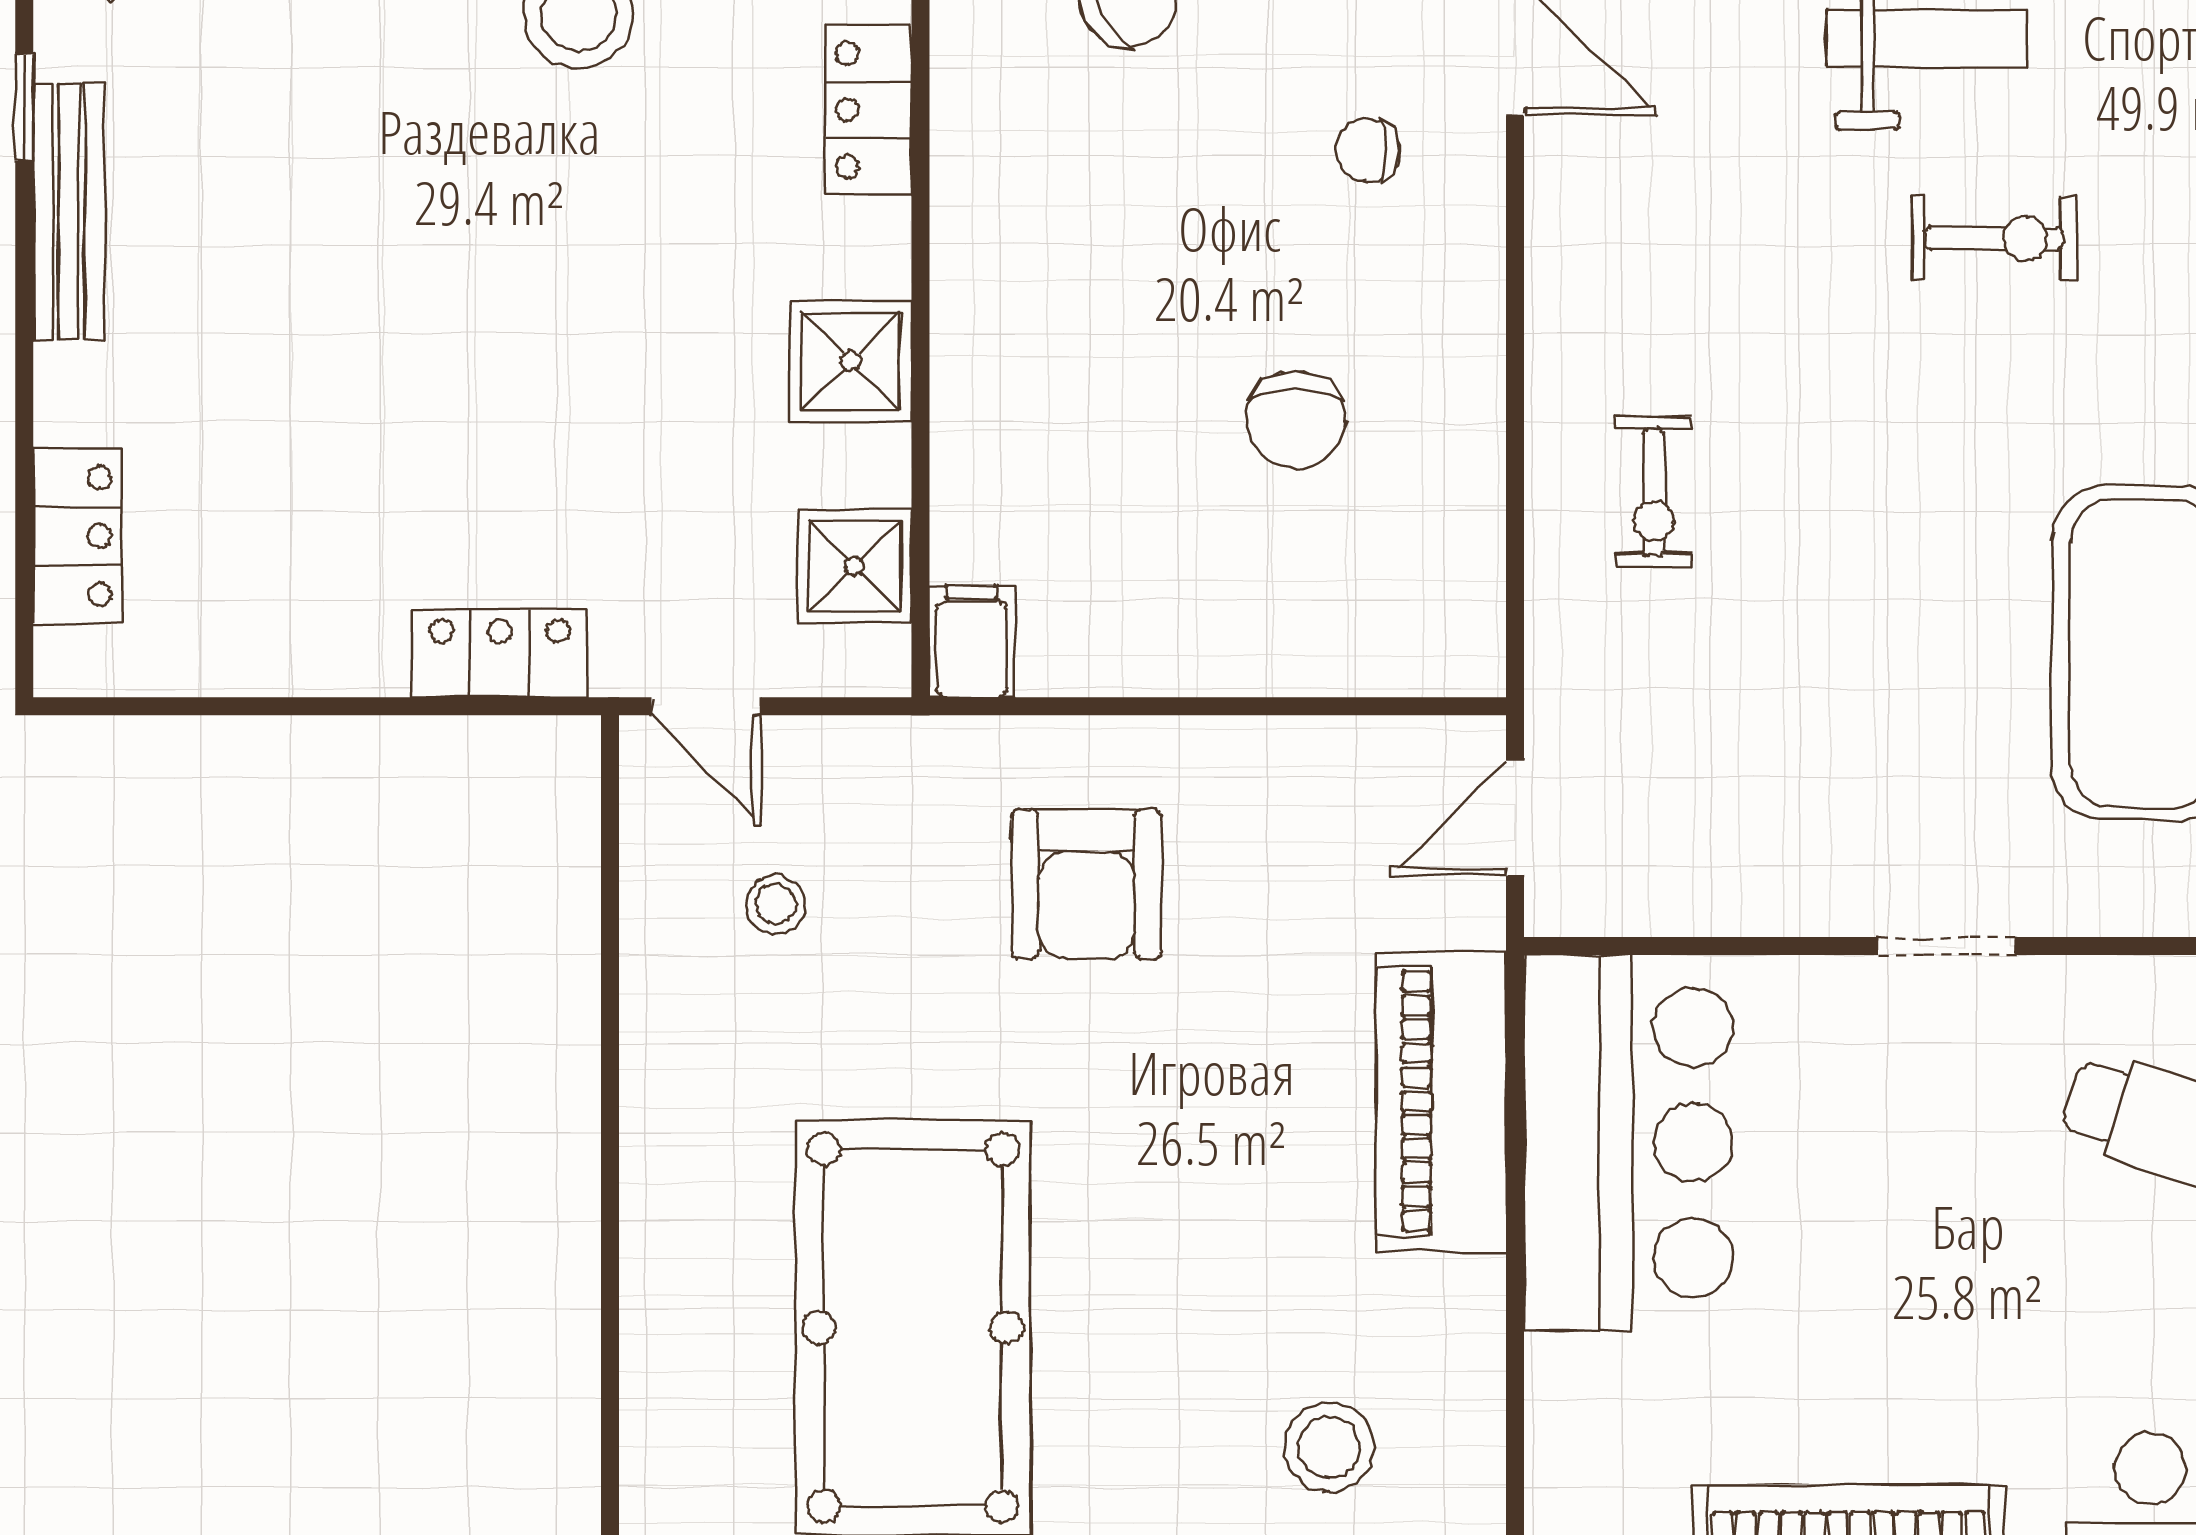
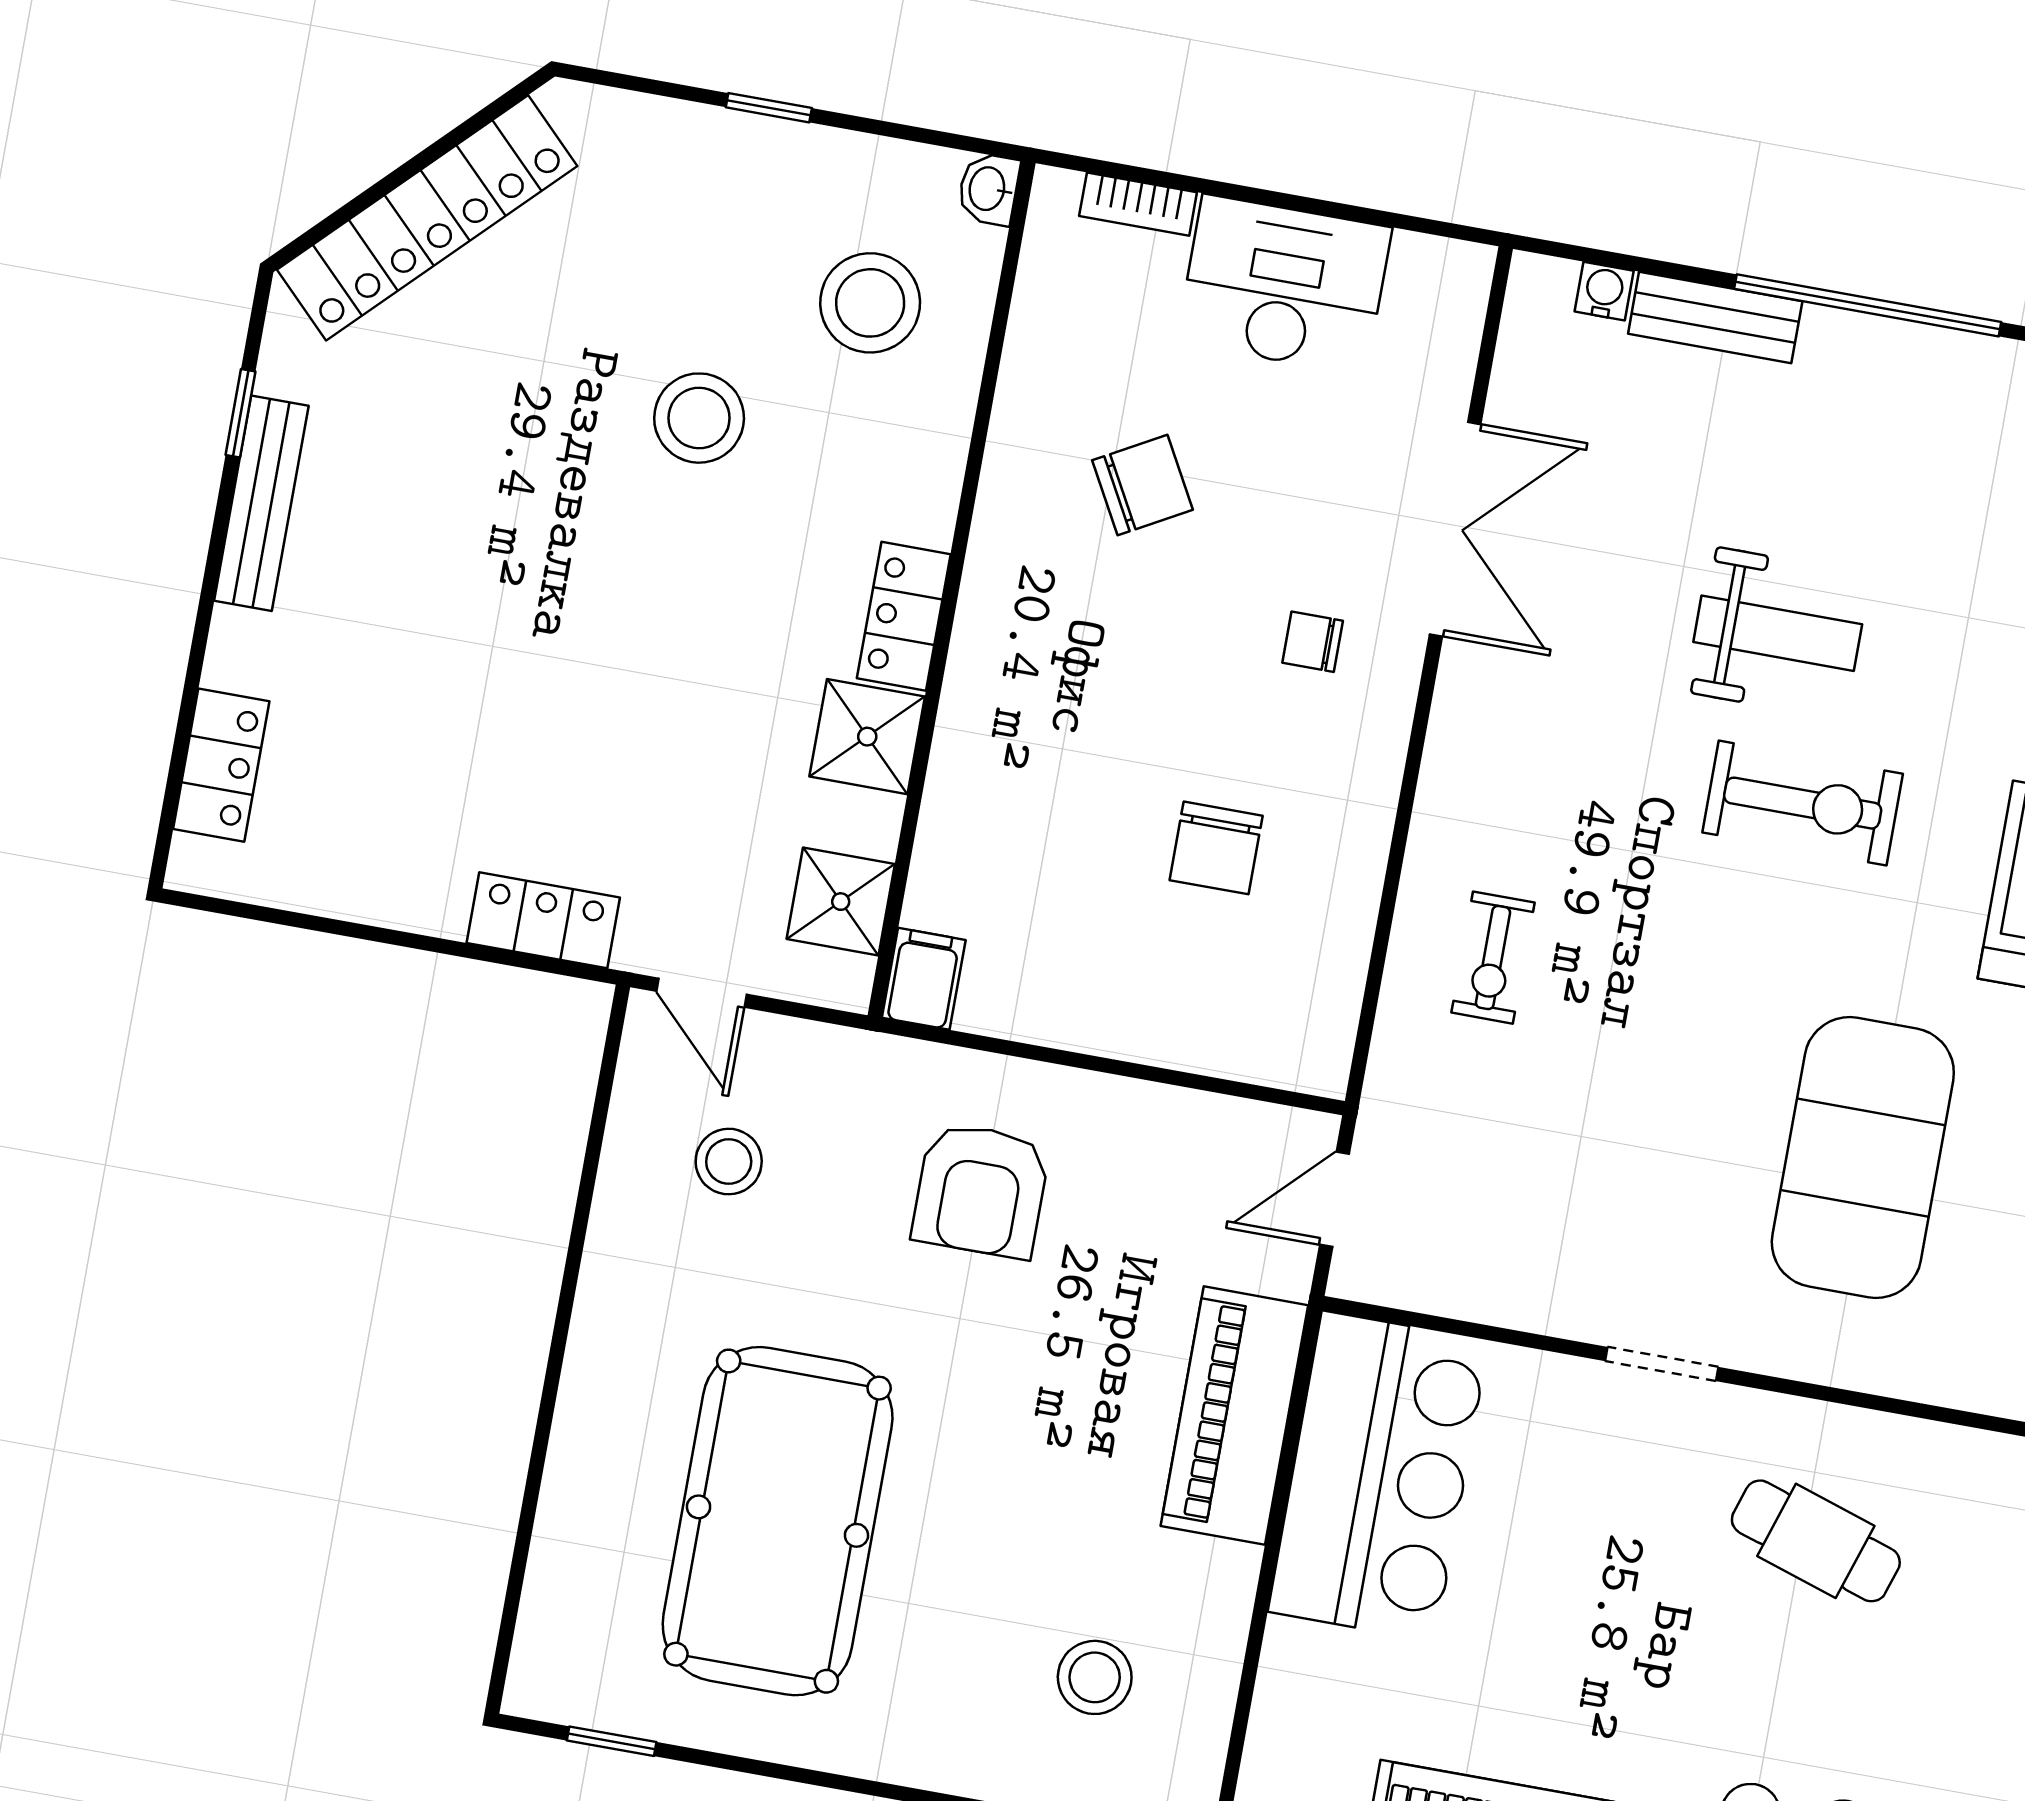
locker: (869, 110) -> (904, 616), moved
exercise bike: (1994, 238) -> (1803, 803), width x1.38, depth x1.39
stool: (776, 904) -> (729, 1162), width x1.37, depth x1.37

